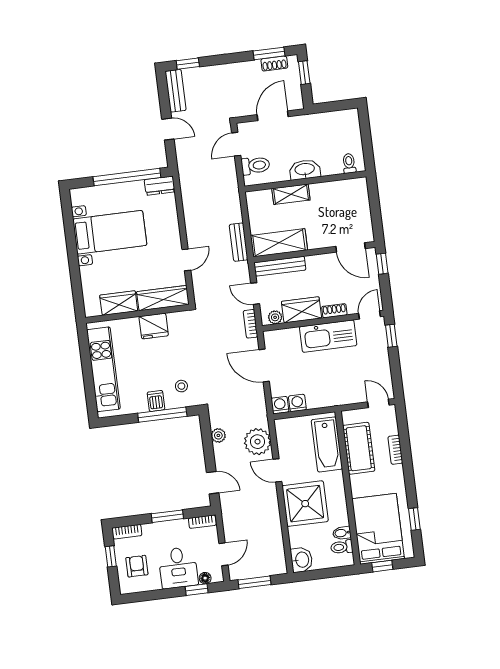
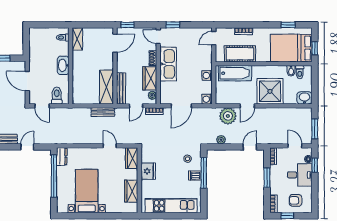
shelving: (291, 194) -> (77, 39), moved
wardrobe: (163, 298) -> (132, 158), width x0.67
washing machine: (297, 403) -> (207, 75), moved

